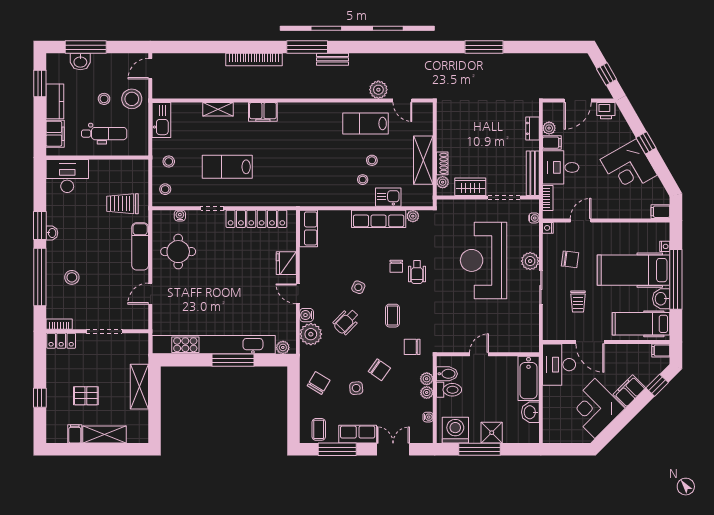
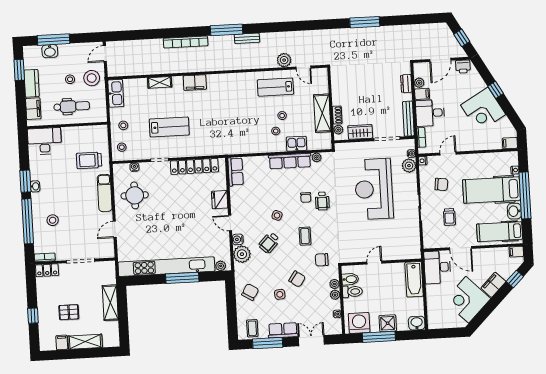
lab bench: (227, 167) -> (169, 127), turned 180
plant: (530, 261) -> (409, 166), moved
washbasin: (530, 412) -> (417, 323), moved, turned 90

